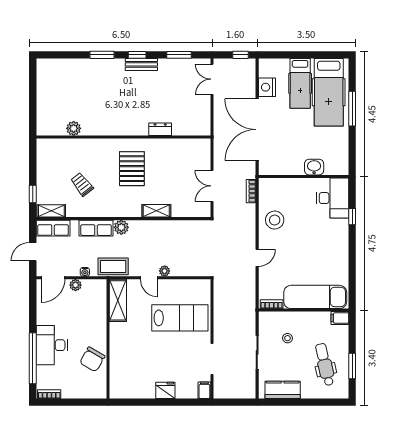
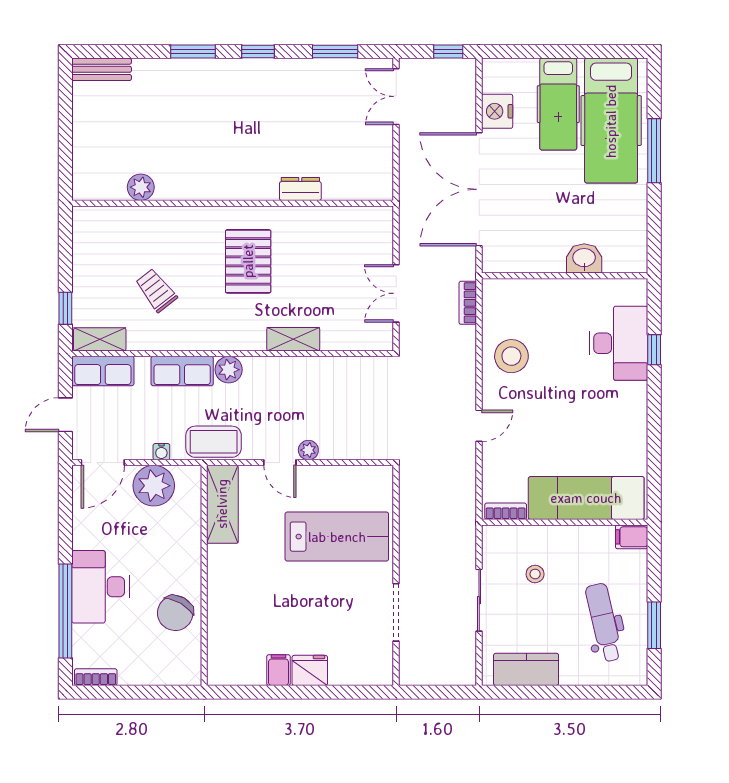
bench: (141, 64) -> (102, 69), moved
desk: (333, 198) -> (618, 343), moved
plant: (75, 285) -> (154, 486), width x1.88, depth x1.88
filing cabinet: (204, 390) -> (278, 670), moved

